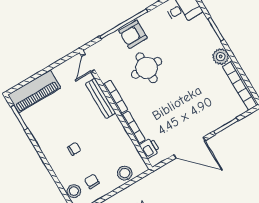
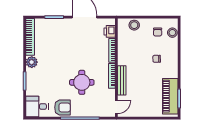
armchair: (133, 34) -> (62, 107), moved
piano: (34, 91) -> (170, 96), moved, turned -90

